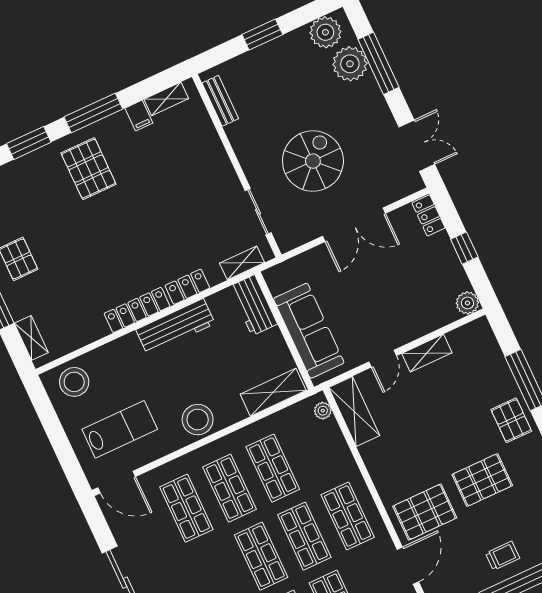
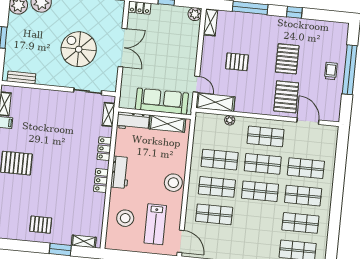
locker: (137, 310) -> (101, 181), width x0.66
workbench: (175, 327) -> (120, 172), width x0.73
shelving: (427, 353) -> (210, 22), moved
door: (383, 359) -> (196, 84), moved
stool: (74, 382) -> (125, 218), moved
shelving: (273, 392) -> (167, 124), moved, turned 90
plant: (323, 411) -> (230, 120), moved
pallet: (511, 420) -> (237, 62), moved
lab bench: (120, 429) -> (155, 224), turned 180
door: (117, 482) -> (181, 241), hinge flipped

